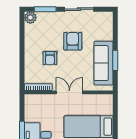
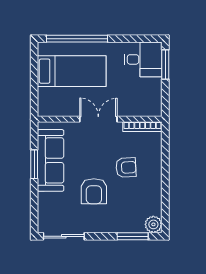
sliding door: (79, 9) -> (64, 236), moved
armchair: (50, 58) -> (126, 167), turned 87
double door: (69, 92) -> (98, 119), swing flipped

